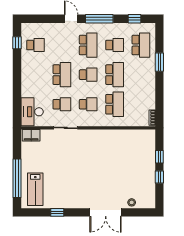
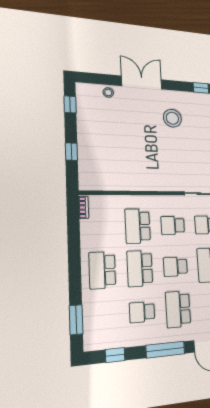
school desk: (141, 45) -> (102, 270), moved
window: (159, 62) -> (76, 320), moved
window: (159, 177) -> (70, 104), moved
stool: (83, 186) -> (172, 118), added

